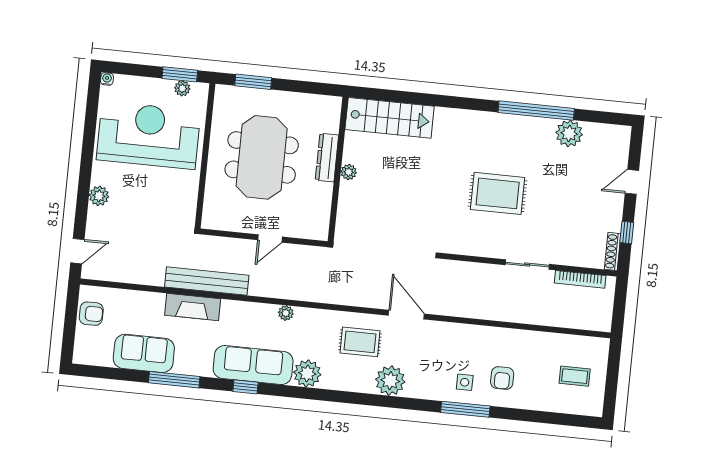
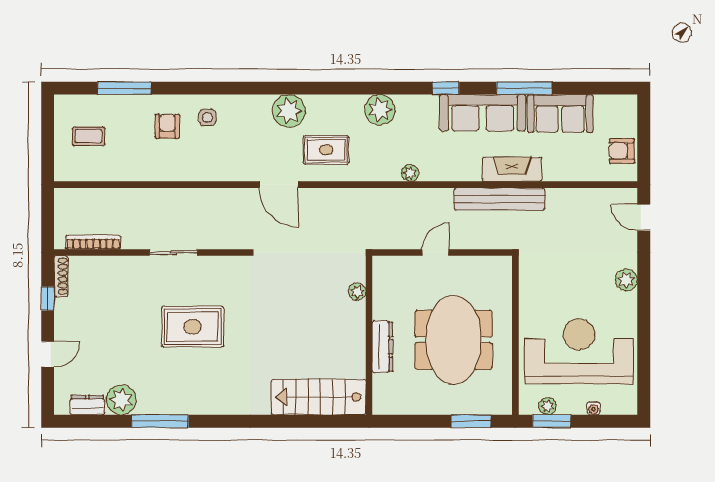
water cooler: (107, 79) -> (593, 408), moved
window: (536, 111) -> (160, 421), width x0.68
dresser: (601, 132) -> (87, 405), added
reception desk: (149, 135) -> (579, 351), turned 180
plant: (349, 172) -> (357, 292), moved
door: (77, 251) -> (644, 217), hinge flipped
sliding door: (527, 265) -> (174, 253), moved
sofa: (253, 365) -> (483, 113), moved
window: (465, 409) -> (124, 88), moved

